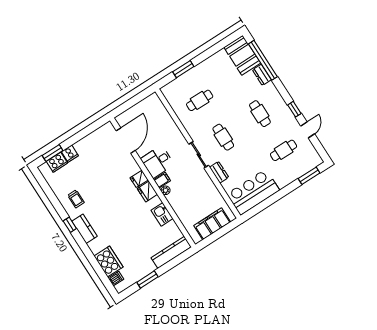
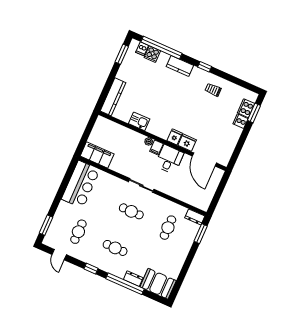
window: (263, 60) -> (125, 284), moved
window: (183, 69) -> (201, 234), moved
door: (308, 130) -> (59, 255), moved
dresser: (219, 172) -> (195, 217), moved
fridge: (147, 191) -> (187, 143), moved
filing cabinet: (212, 224) -> (97, 155), moved, turned -90
kitchen counter: (84, 229) -> (180, 66), moved
cooker: (108, 262) -> (152, 54), width x0.53, depth x0.76
window: (98, 268) -> (161, 48), added
window: (147, 280) -> (122, 54), moved

